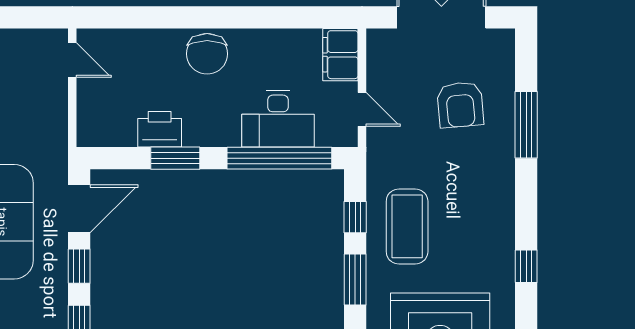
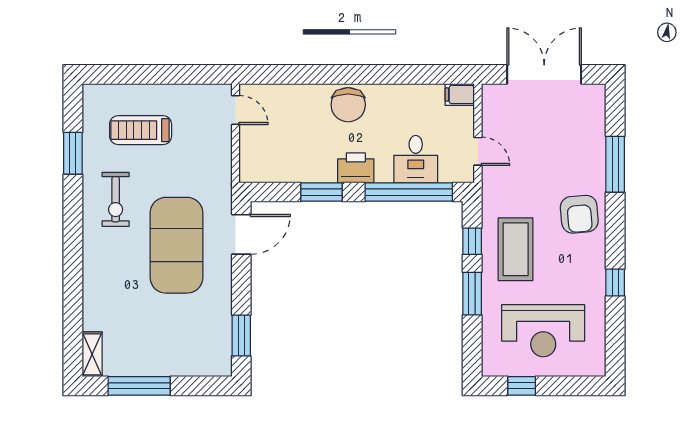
filing cabinet: (340, 55) -> (460, 95), width x0.50
armchair: (460, 105) -> (579, 214), moved
desk: (278, 119) -> (416, 159), width x0.73
printer: (160, 129) -> (356, 168), moved
window: (79, 266) -> (241, 282), removed

